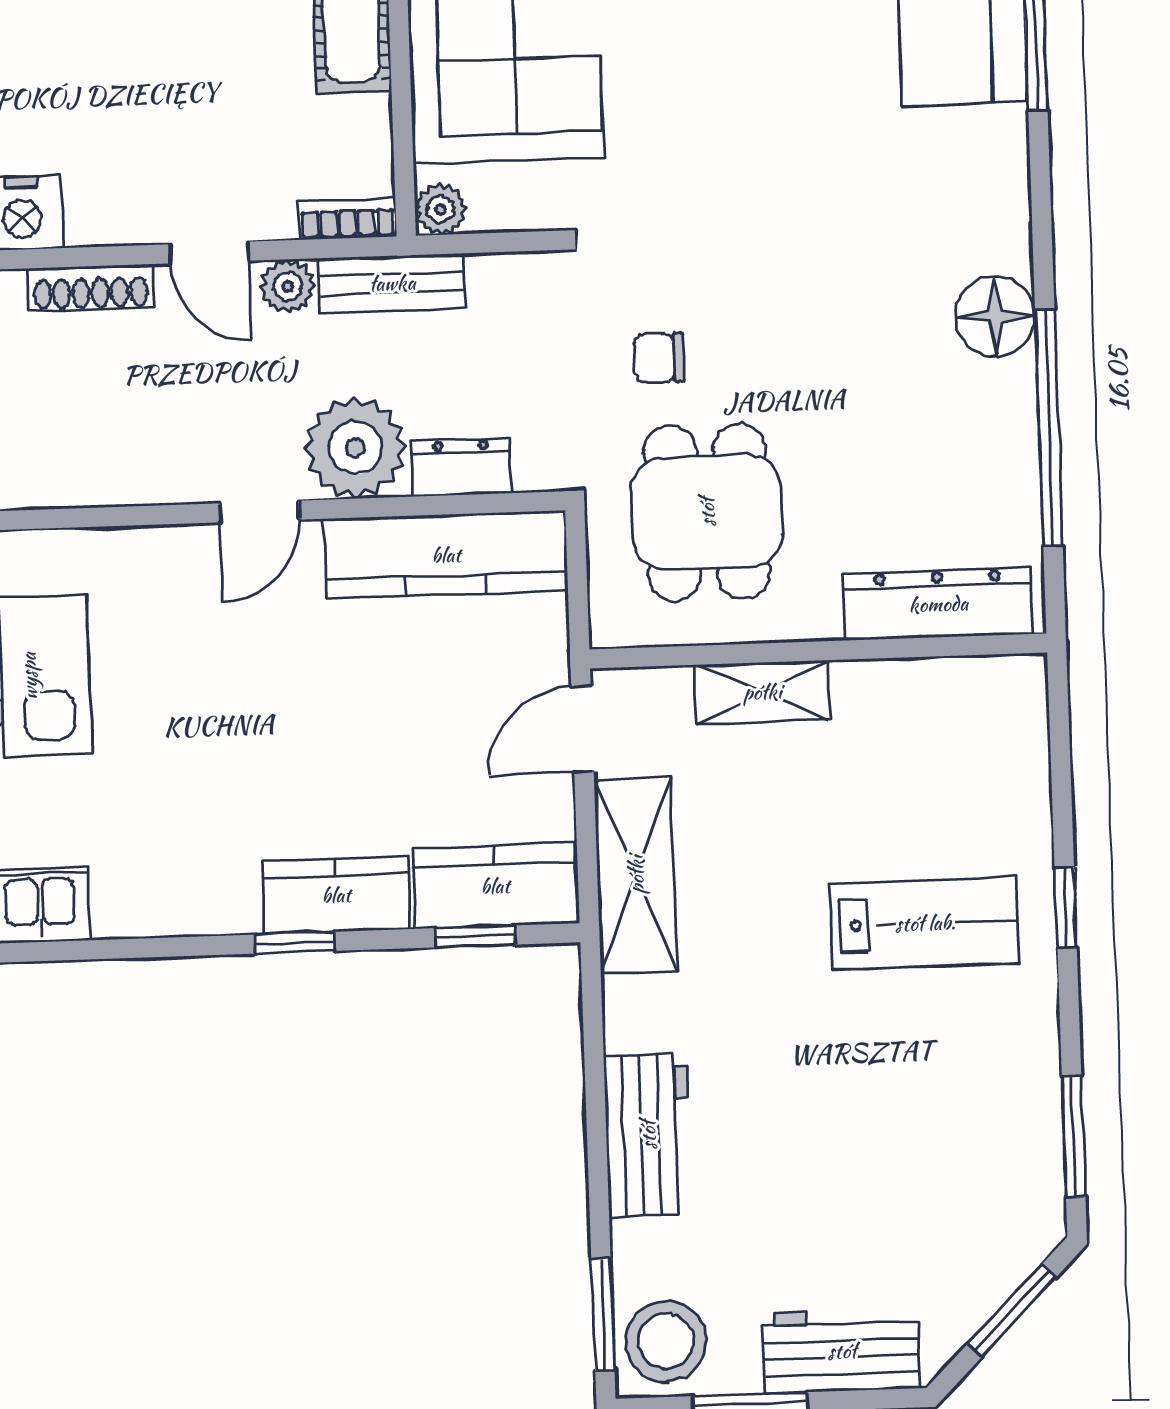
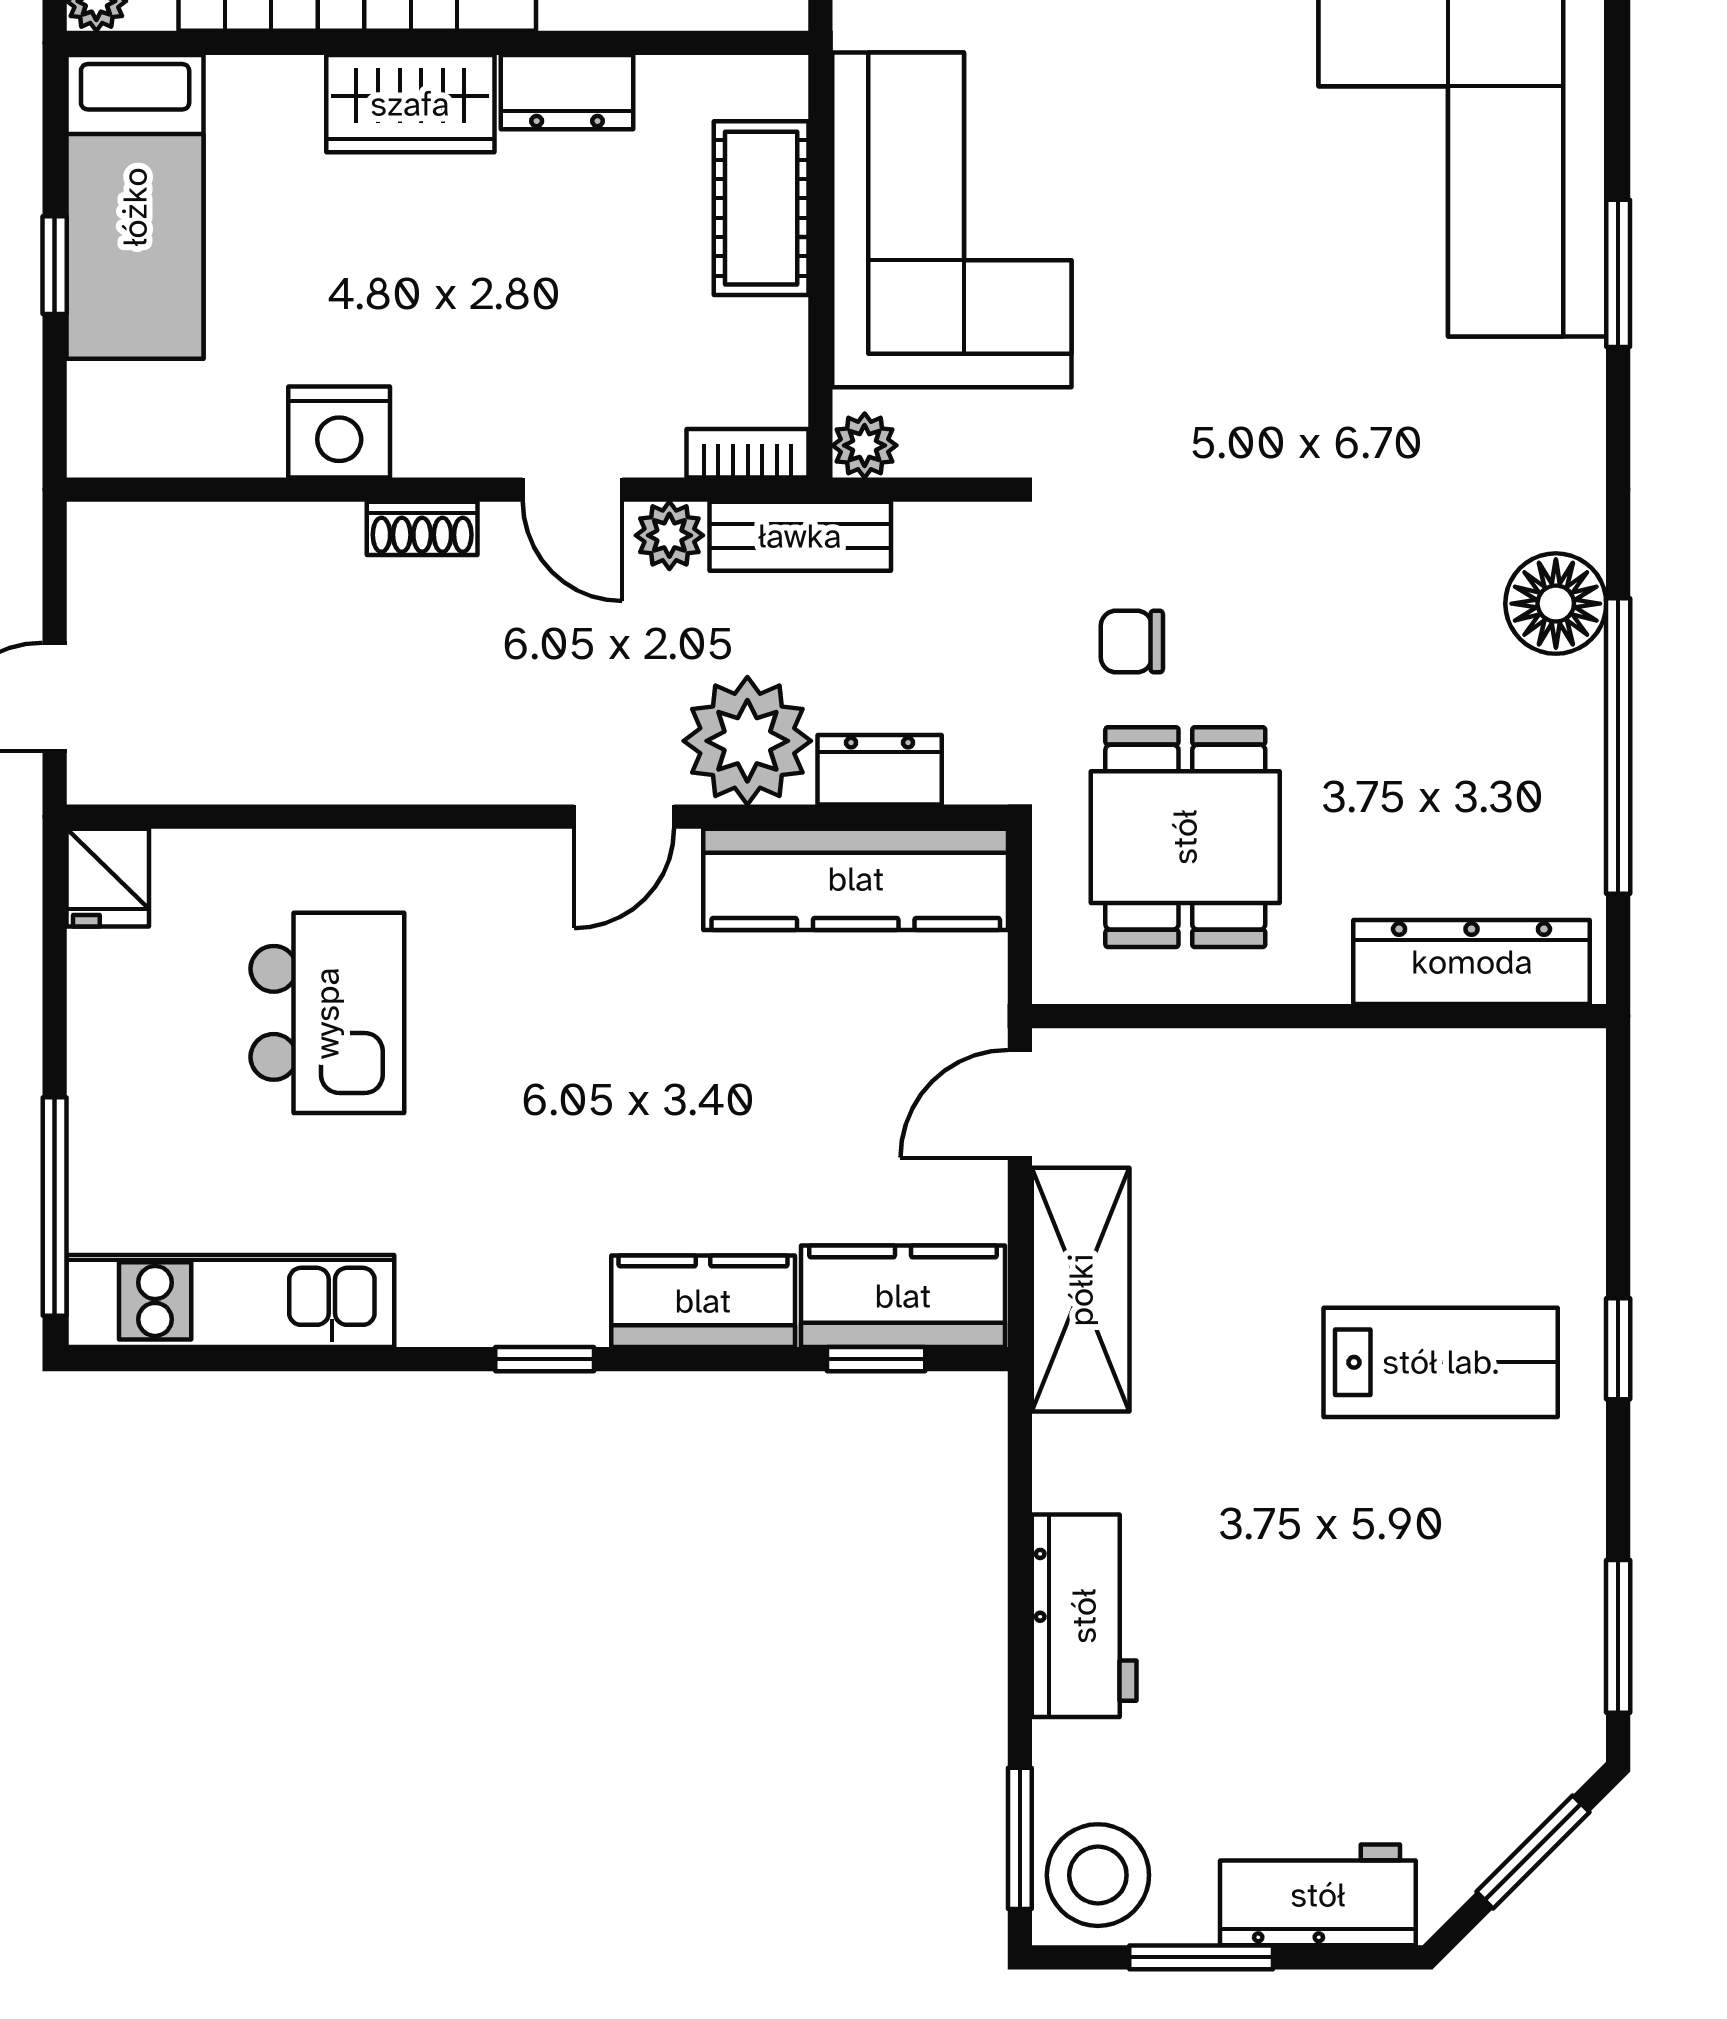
shoe rack: (91, 288) -> (422, 528), width x0.70
shelving: (762, 692) -> (1247, 1066), removed
window: (295, 943) -> (545, 1359), moved

